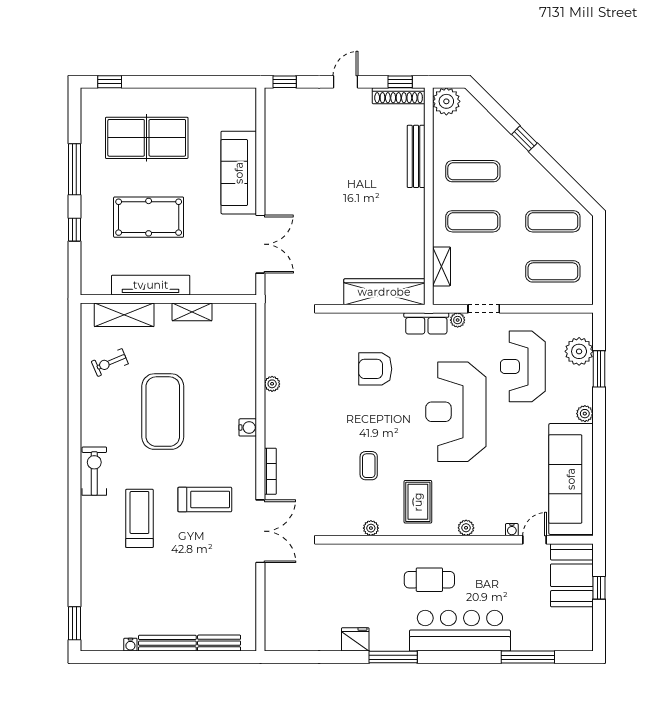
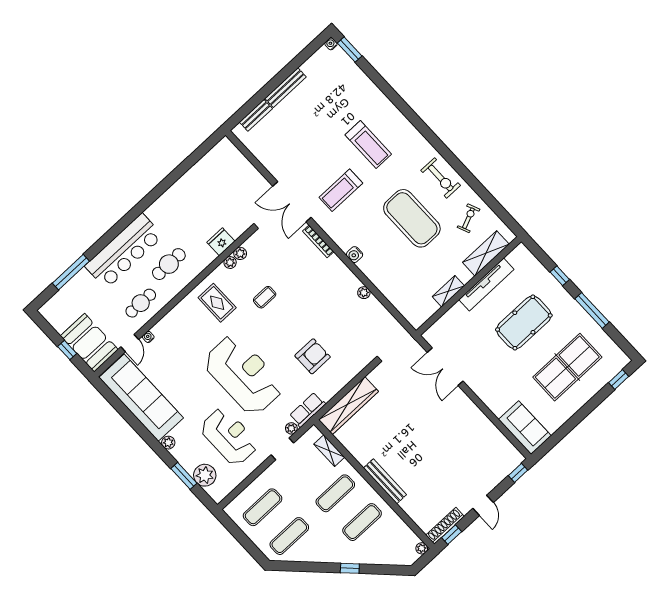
plant: (446, 101) -> (422, 548), width x0.53, depth x0.53
bench: (416, 156) -> (385, 481), moved
sofa: (239, 173) -> (525, 428), moved, width x0.73
coffee table: (369, 466) -> (265, 297), turned 90
exercise bike: (94, 471) -> (441, 178), moved
plant: (466, 528) -> (240, 253), moved
cafe table: (490, 568) -> (141, 303), added
fridge: (355, 639) -> (221, 242), moved, turned 180
water cooler: (130, 645) -> (331, 44), moved
window: (393, 657) -> (148, 200), removed

